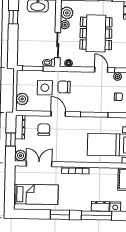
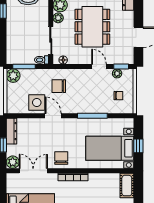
side table: (45, 88) -> (37, 103), moved
plant: (22, 99) -> (13, 76), moved
chair: (44, 130) -> (61, 158), moved

